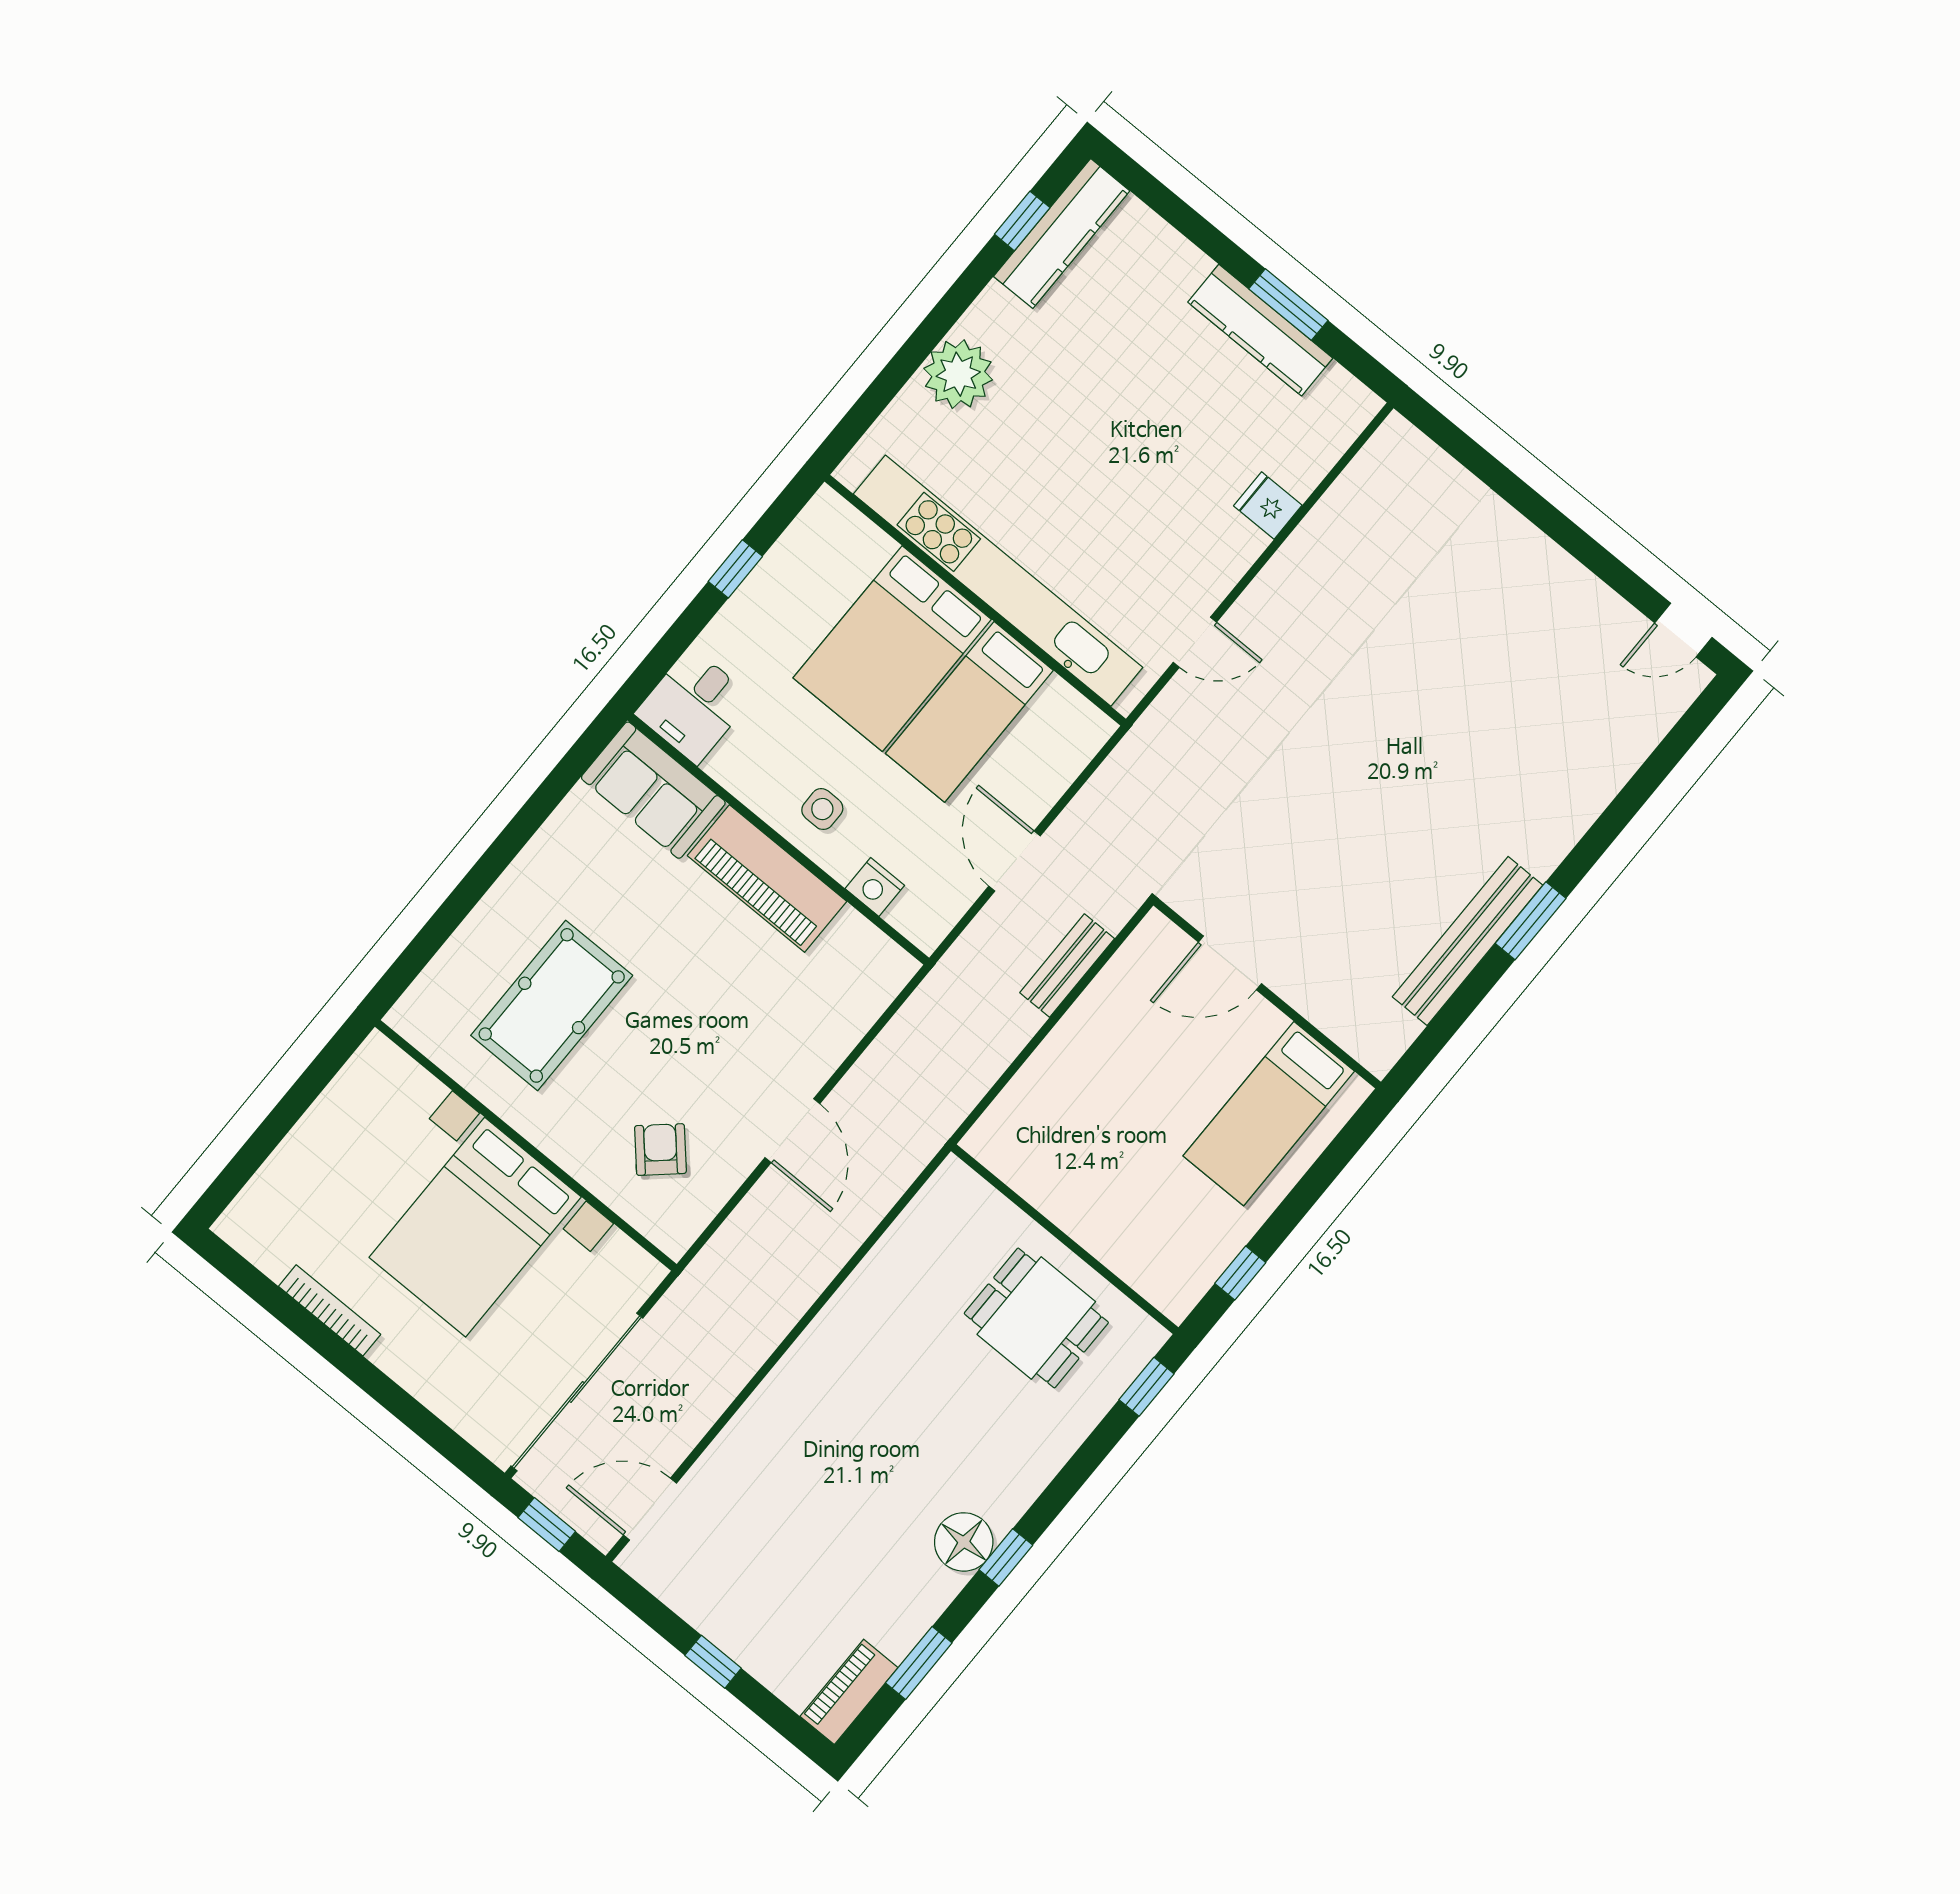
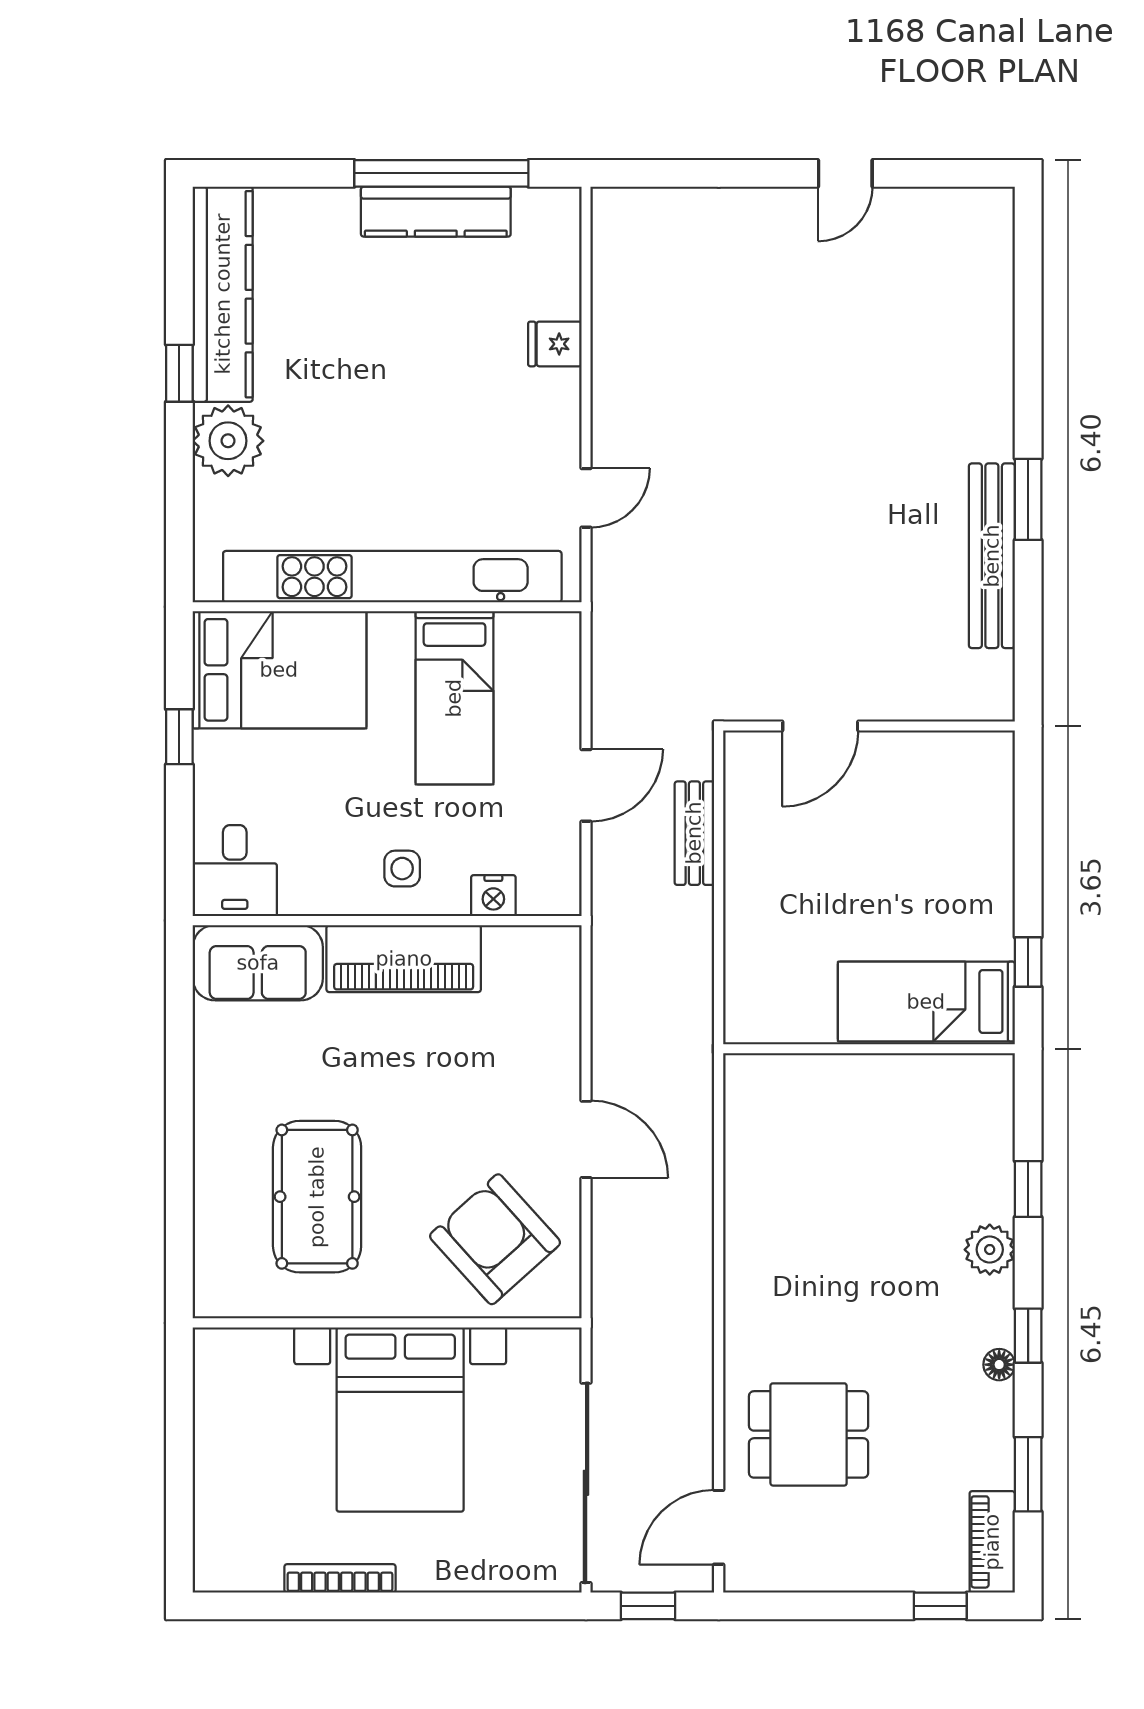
window: (1022, 221) -> (179, 373), moved
kitchen counter: (1062, 234) -> (223, 294), width x1.39, depth x1.17
window: (1288, 305) -> (441, 173), width x2.11
door: (1683, 630) -> (845, 173), moved
bed: (892, 649) -> (279, 670), moved, turned -90
door: (1015, 861) -> (586, 785), swing flipped
bed: (1269, 1114) -> (926, 1002), moved, turned 90
armchair: (660, 1150) -> (495, 1239), width x1.88, depth x1.88
dining table: (1036, 1318) -> (809, 1434), moved
window: (1146, 1387) -> (1028, 1189), moved
plant: (1031, 1468) -> (990, 1250), added
floor lamp: (964, 1542) -> (999, 1365), width x0.53, depth x0.53
window: (713, 1662) -> (940, 1606), moved

